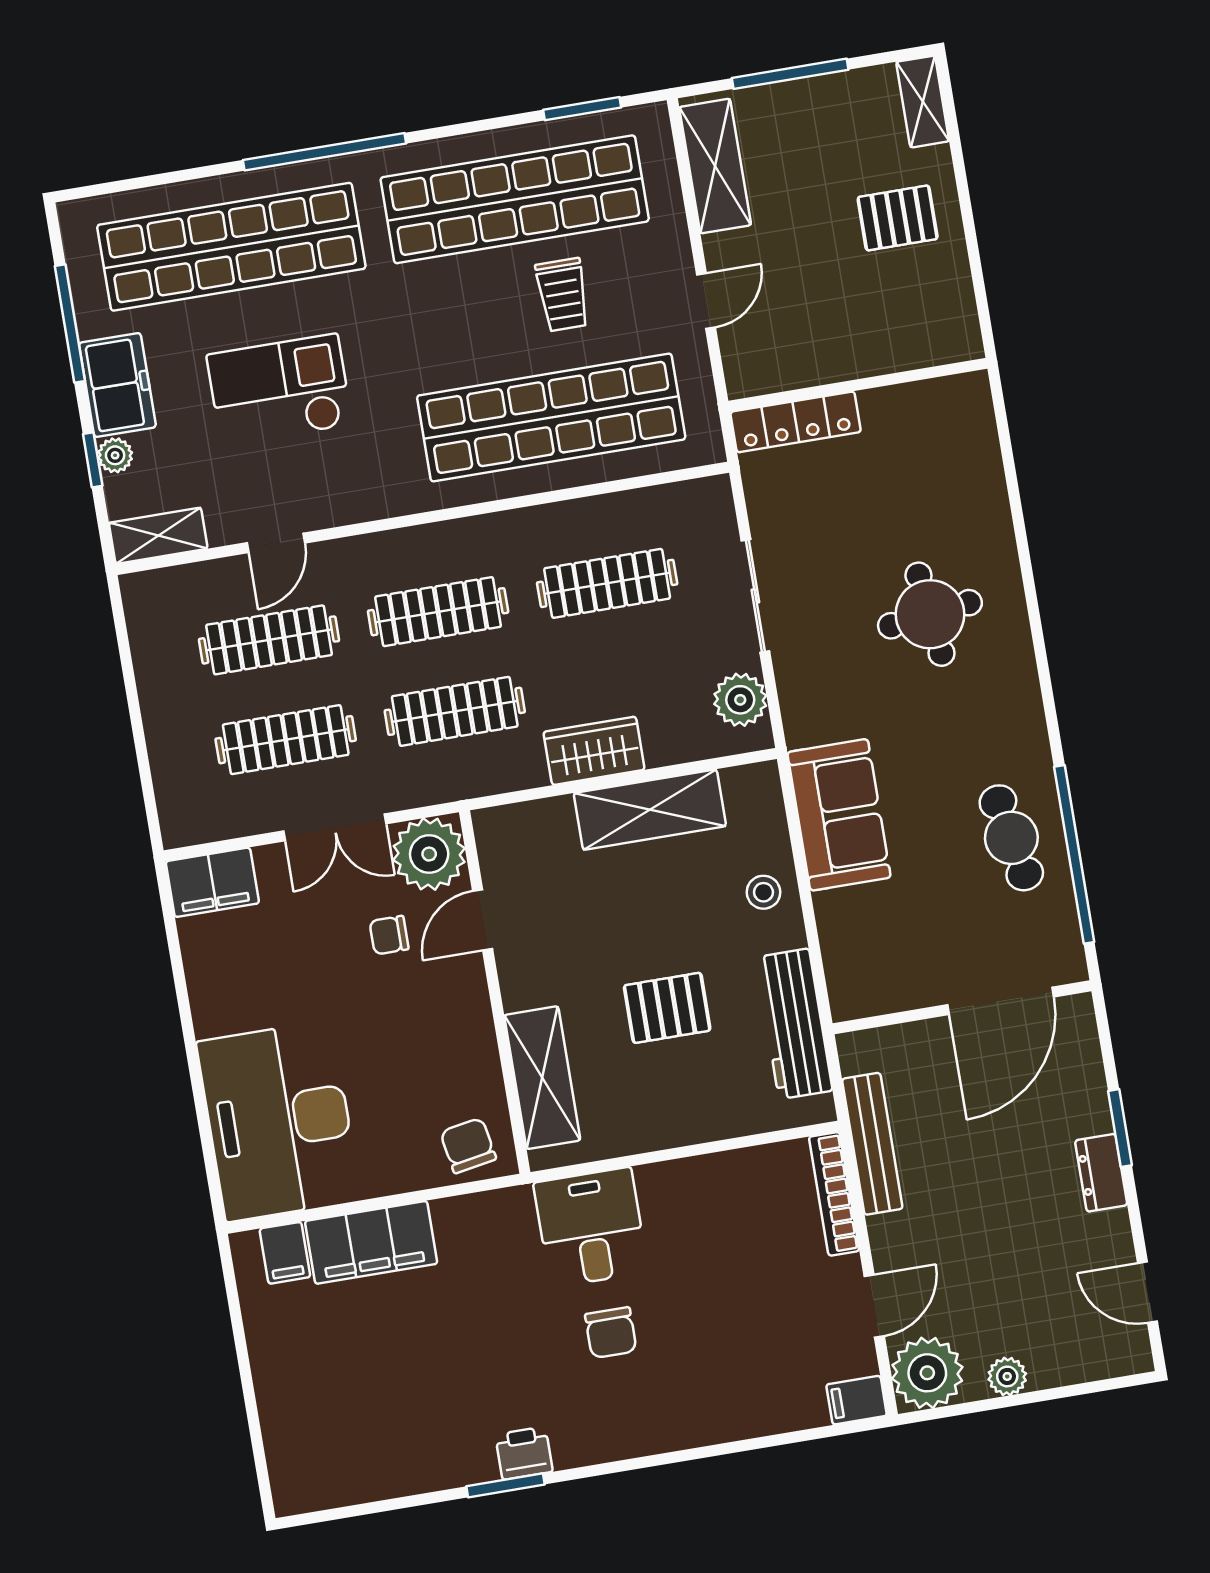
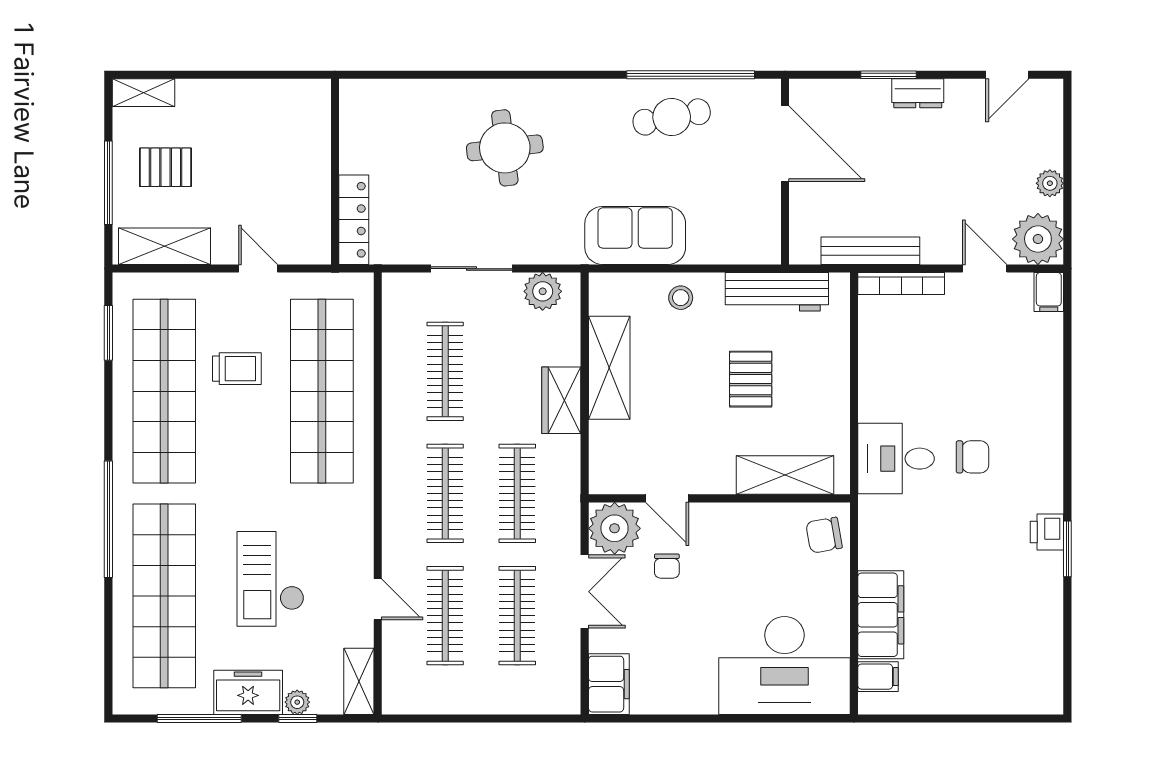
pallet: (898, 218) -> (166, 167), moved, turned 90

